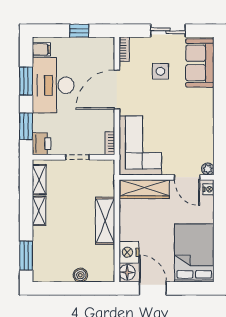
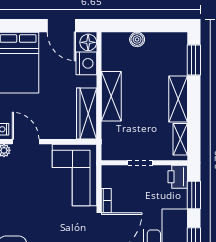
bookcase: (110, 143) -> (106, 201), moved
wardrobe: (145, 189) -> (87, 114), moved, turned -90
shelving: (39, 211) -> (178, 99), width x1.50, depth x1.33

